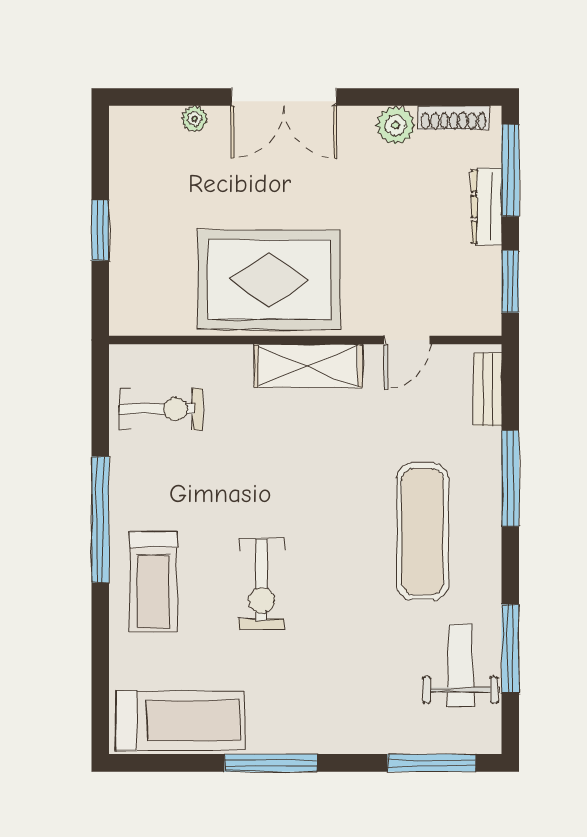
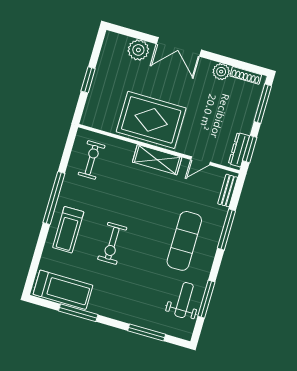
plant: (195, 119) -> (138, 50), width x1.87, depth x1.87
dresser: (487, 207) -> (239, 150), moved
exercise bike: (160, 409) -> (92, 160), turned -90
window: (271, 763) -> (78, 313), moved
window: (432, 763) -> (147, 333), moved

